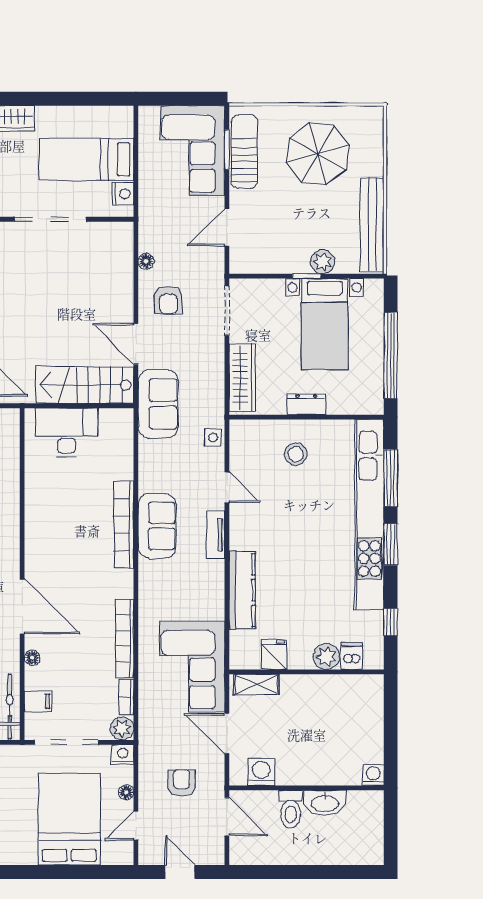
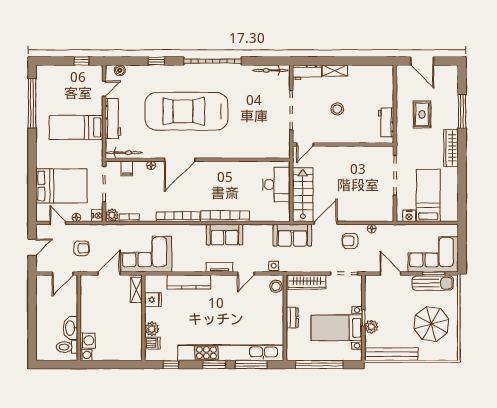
stool: (296, 454) -> (276, 286), moved
bookcase: (125, 638) -> (178, 217), moved
washing machine: (261, 772) -> (88, 340), moved
toilet: (291, 809) -> (67, 347), moved

